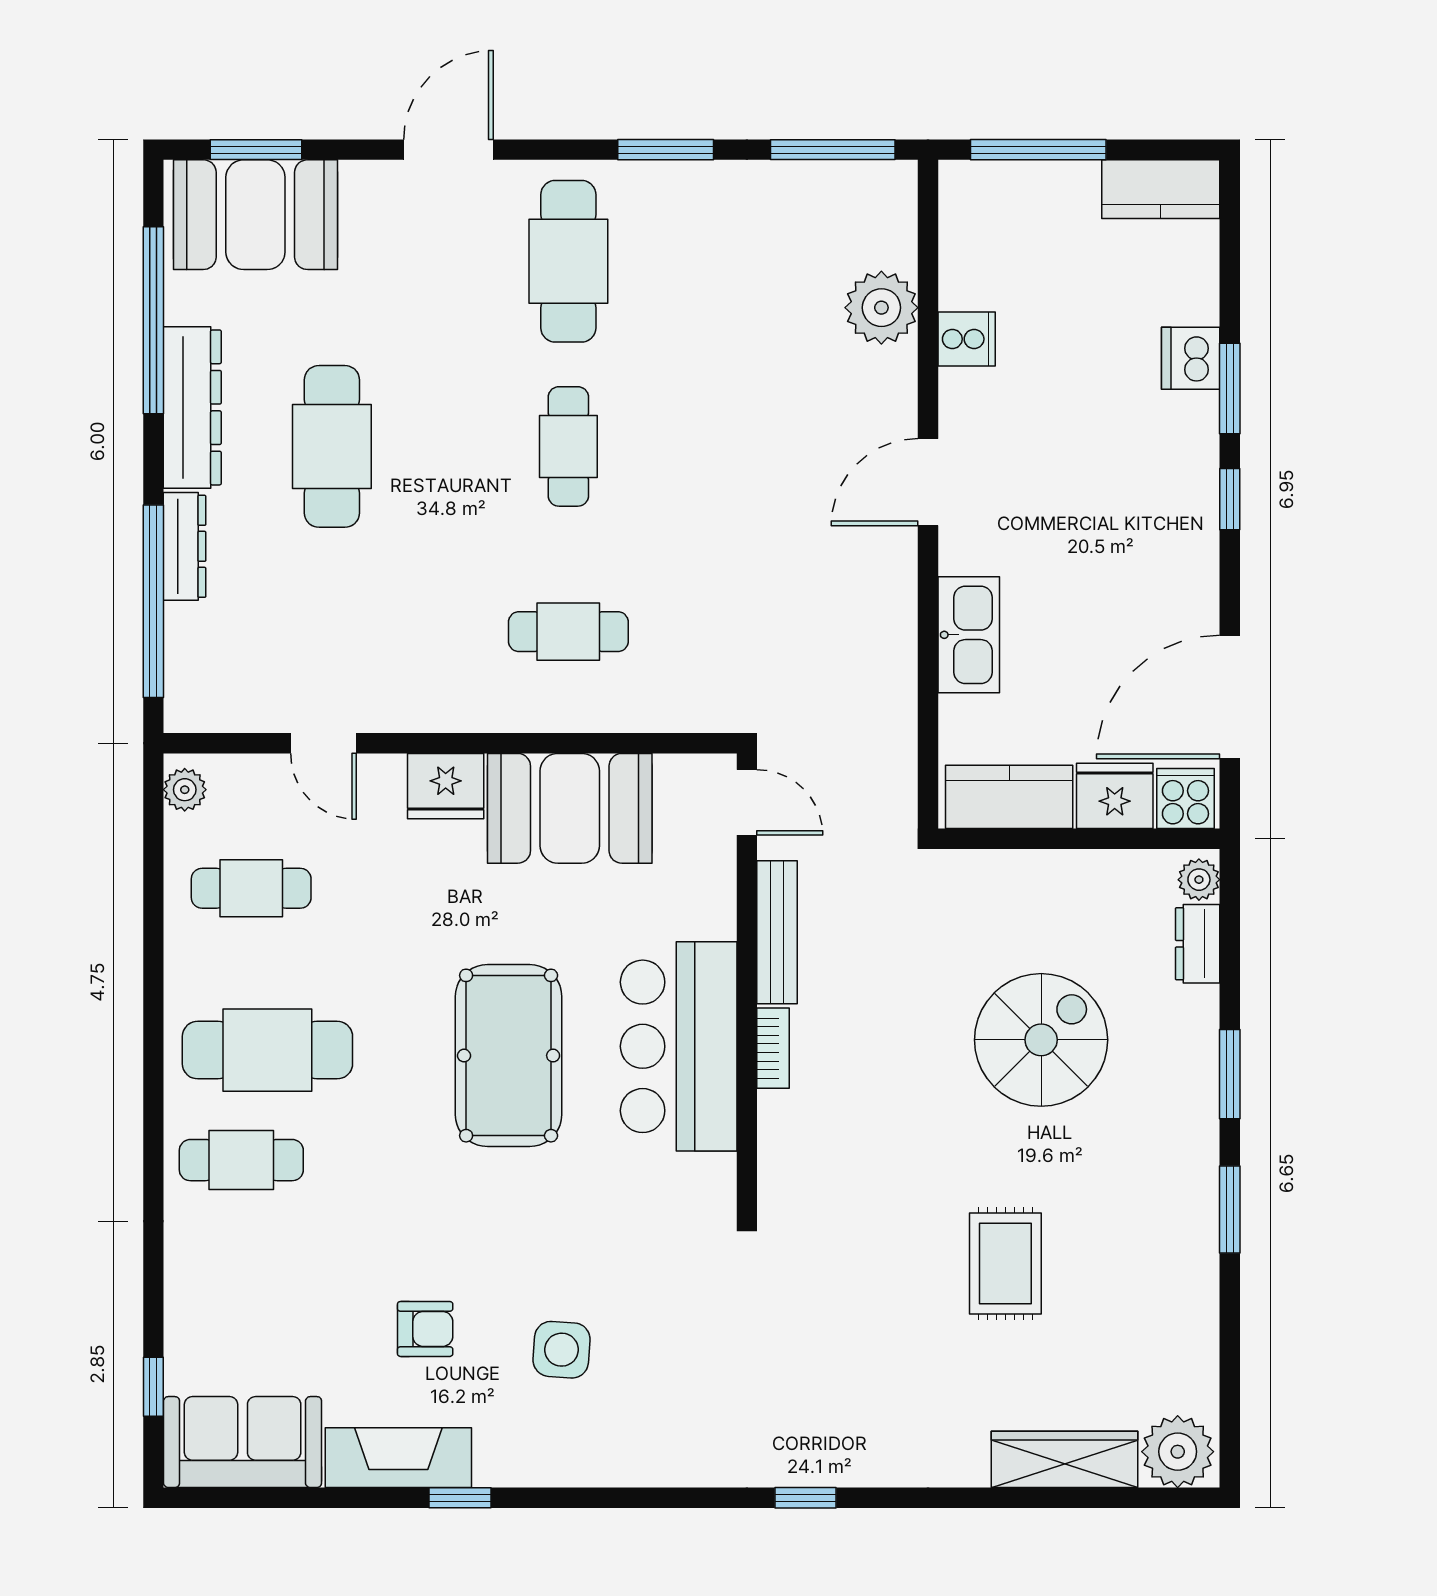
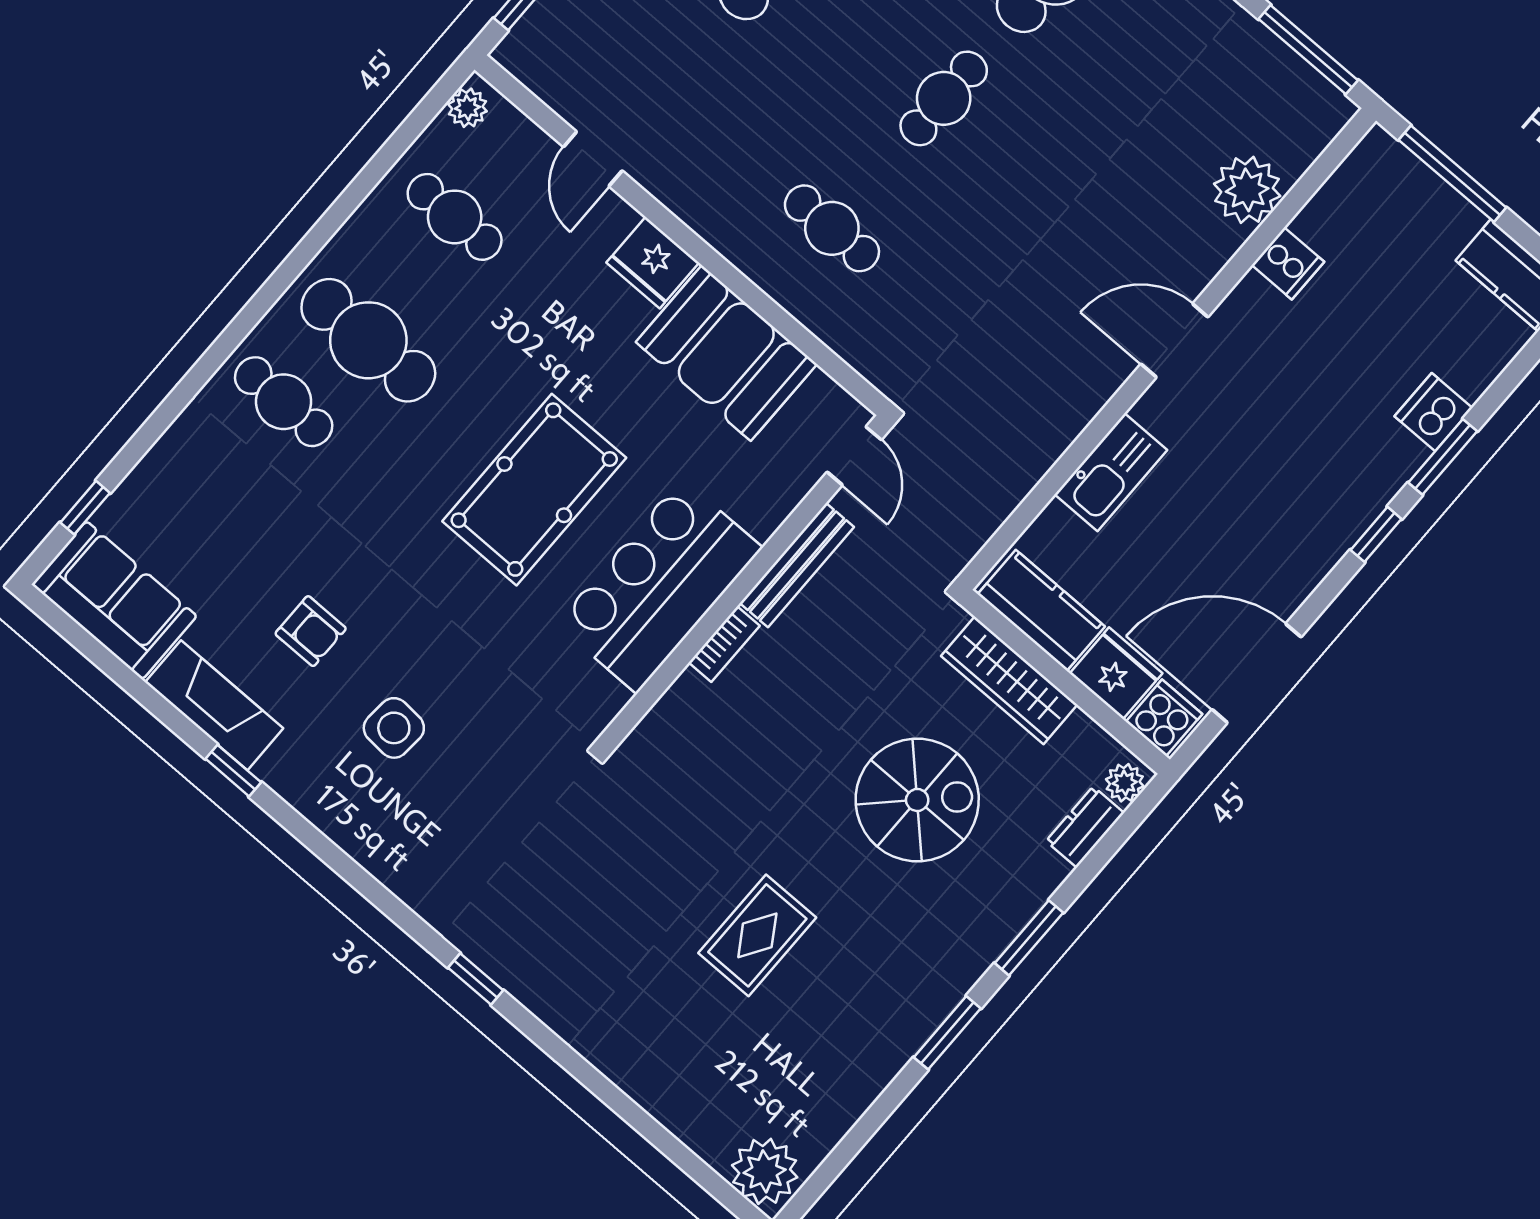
wardrobe: (1065, 1459) -> (1009, 680), moved, turned 180

